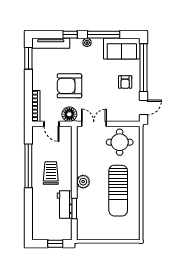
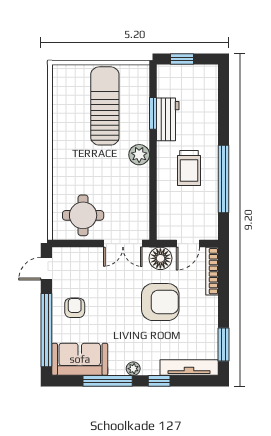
door: (51, 124) -> (188, 243), swing flipped
sun lounger: (118, 191) -> (105, 106), moved

